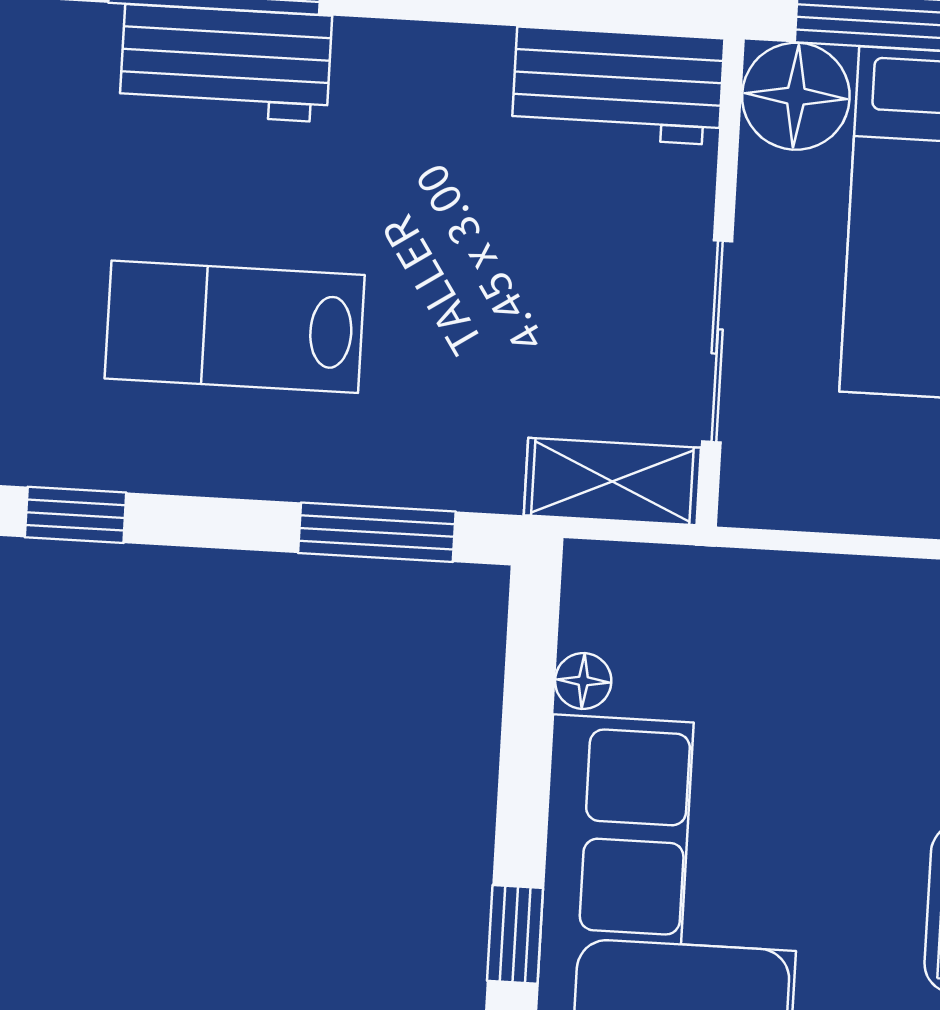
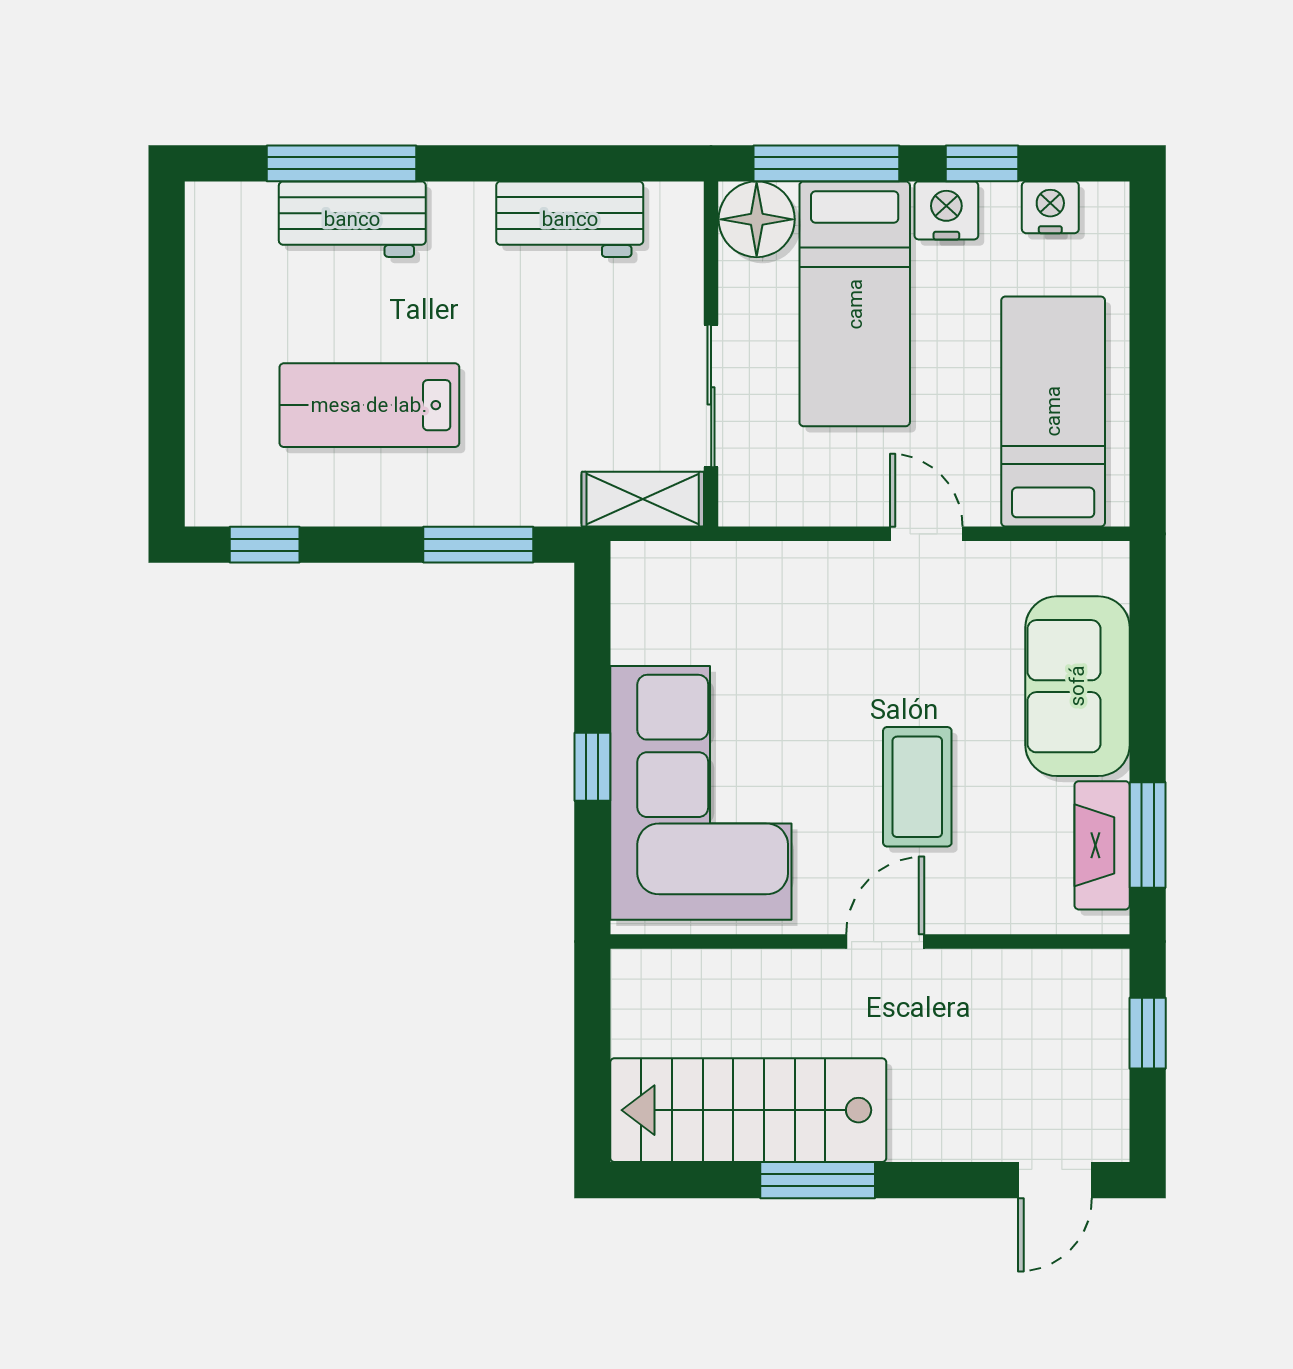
workbench: (618, 86) -> (570, 219), moved
floor lamp: (583, 681) -> (630, 641), removed
window: (515, 934) -> (592, 767), moved

